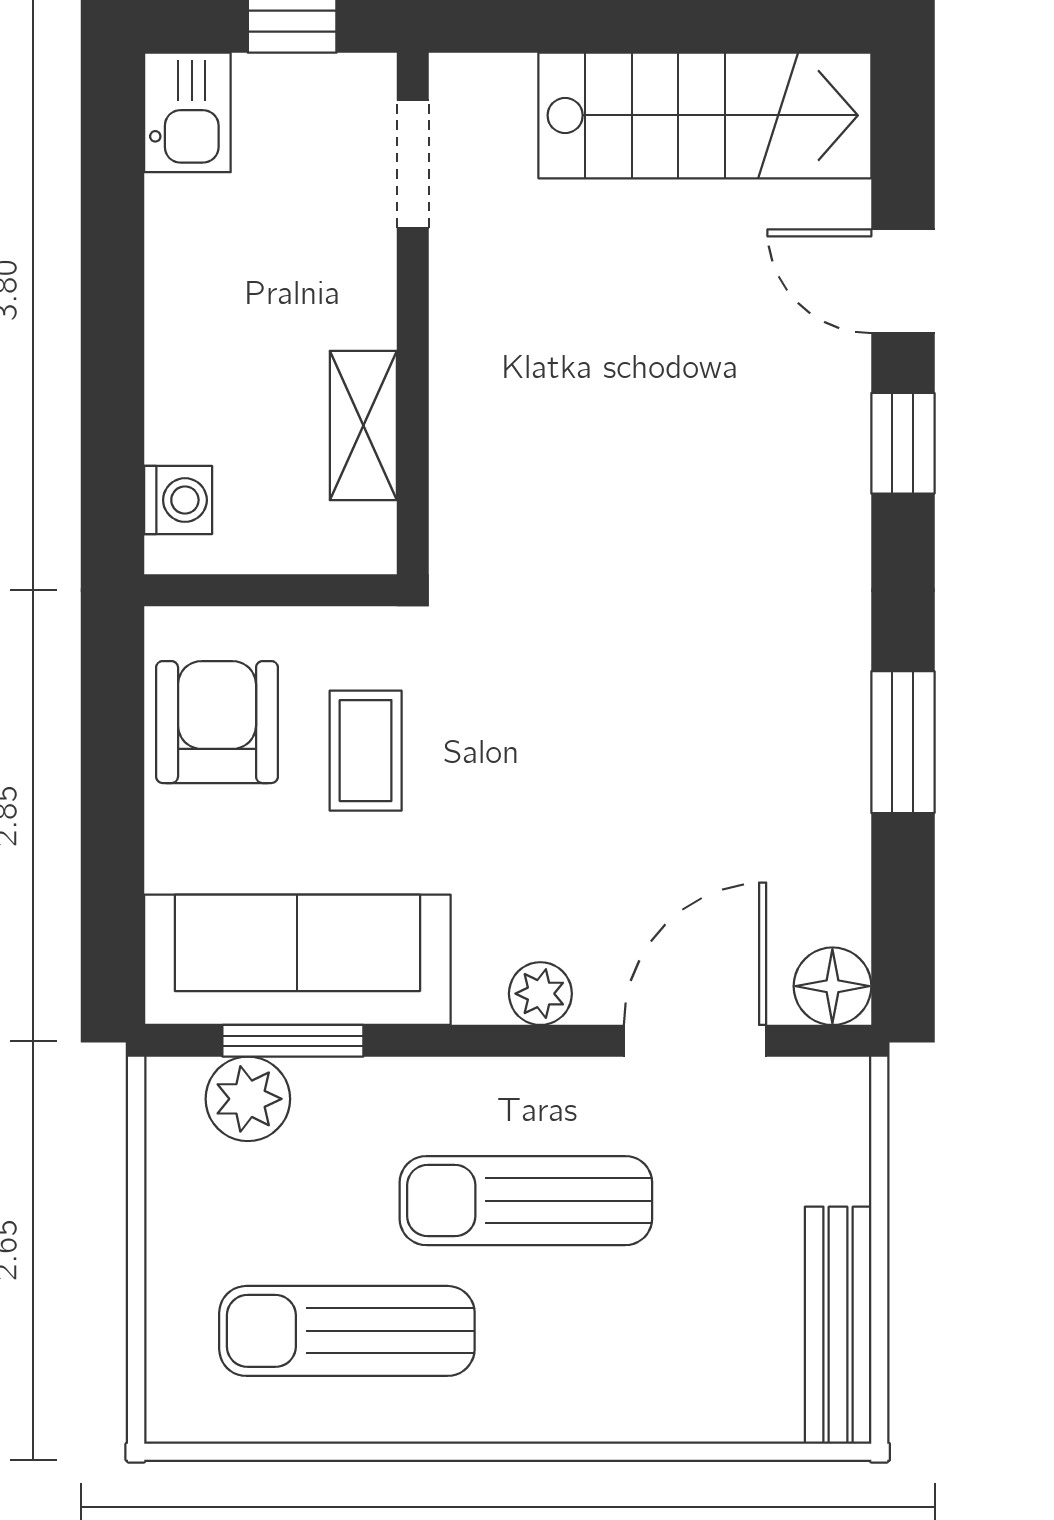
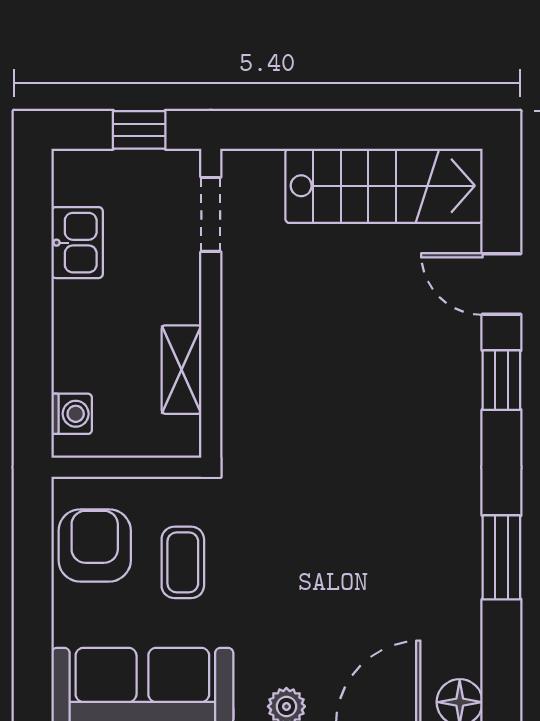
kitchen sink: (187, 112) -> (77, 243), moved

